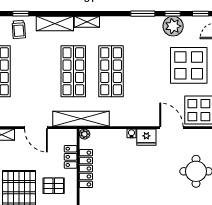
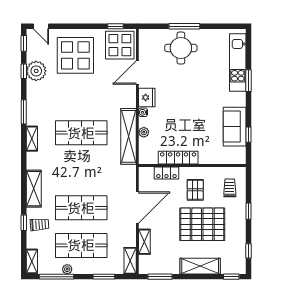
window: (143, 14) -> (24, 112), moved
shelving: (87, 22) -> (32, 139), moved
shop shelf: (73, 71) -> (81, 208), moved
shelving: (81, 119) -> (128, 136), moved
door: (36, 128) -> (137, 207), width x1.36
plant: (84, 134) -> (144, 132), moved

